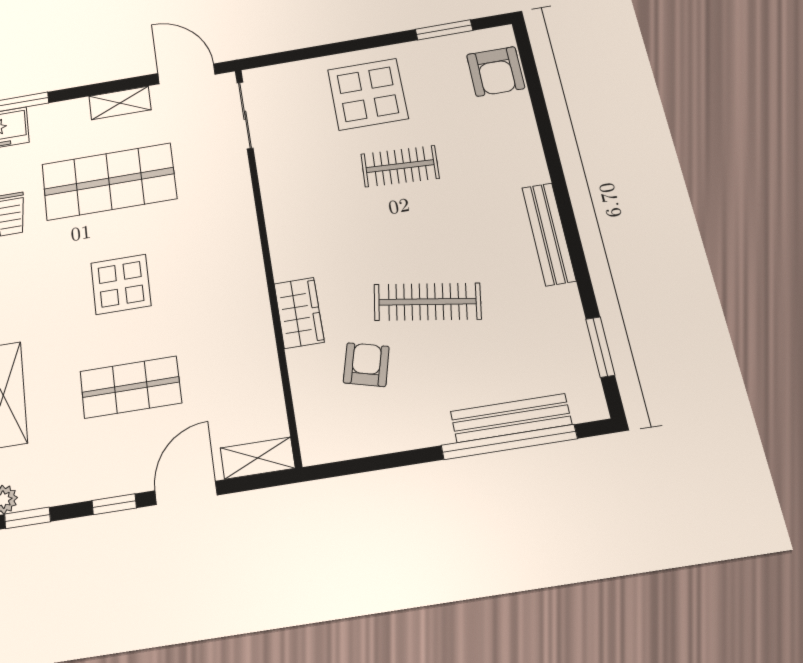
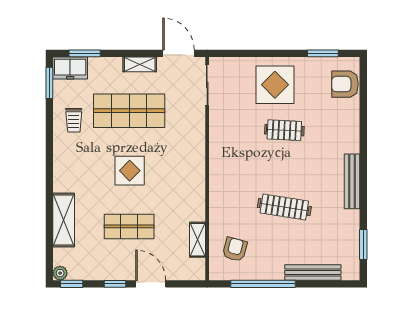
armchair: (496, 71) -> (345, 84), turned 90
wardrobe: (299, 313) -> (219, 202), removed
armchair: (366, 365) -> (235, 249), moved
window: (509, 442) -> (263, 284), moved
shelving: (258, 458) -> (198, 240), moved, turned 90
door: (186, 493) -> (151, 284), hinge flipped

